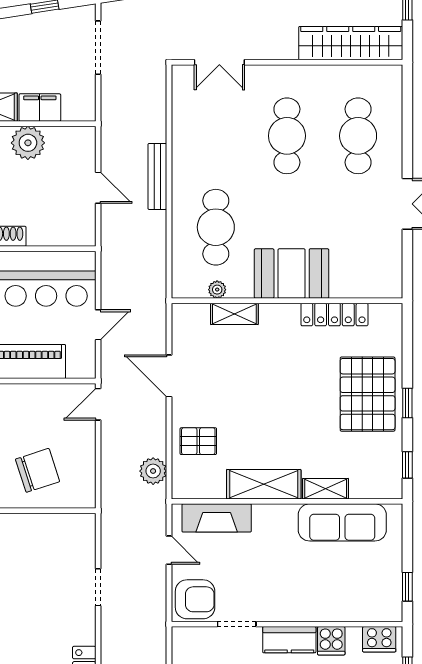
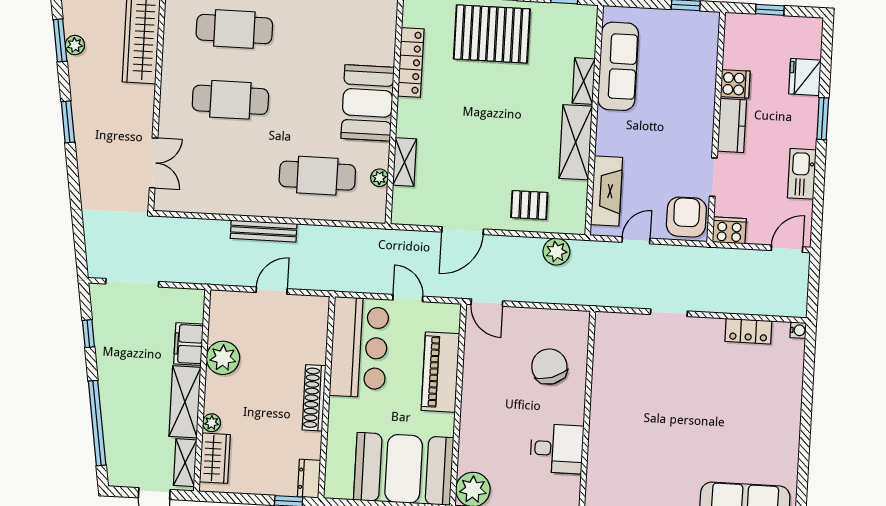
pallet: (198, 441) -> (529, 205), turned 90
cooker: (379, 639) -> (729, 230), moved, turned -90

